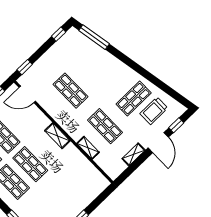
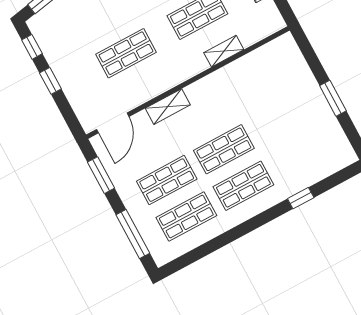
window: (25, 67) -> (50, 81), moved
shelving: (57, 136) -> (168, 107), moved

